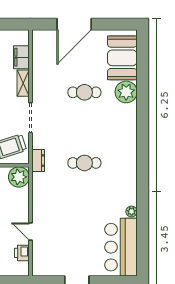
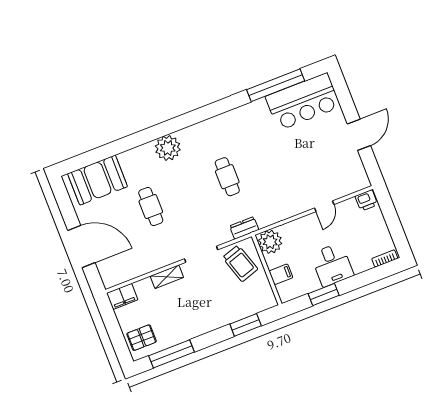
filing cabinet: (21, 57) -> (122, 296), moved
plant: (126, 92) -> (168, 148), moved
plant: (132, 211) -> (260, 105), removed
window: (143, 230) -> (276, 85), added
printer: (22, 253) -> (366, 200), moved

